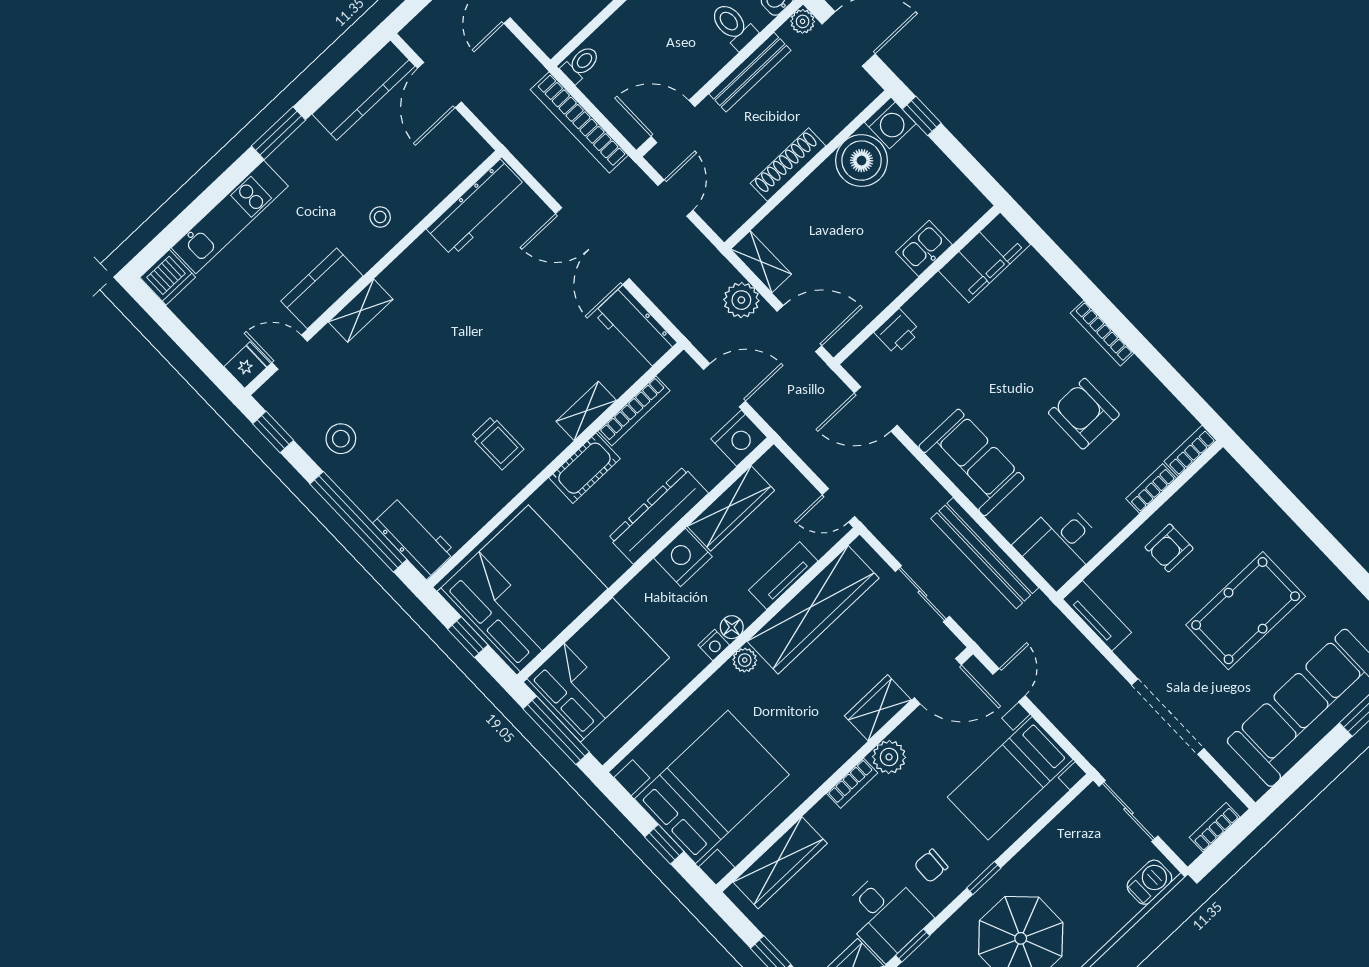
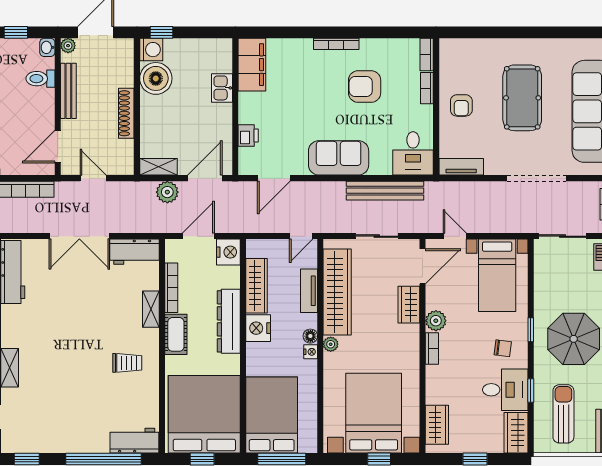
stool: (341, 439) -> (59, 431), removed
wardrobe: (780, 863) -> (437, 425), width x0.67
chair: (931, 866) -> (503, 348), turned -86

